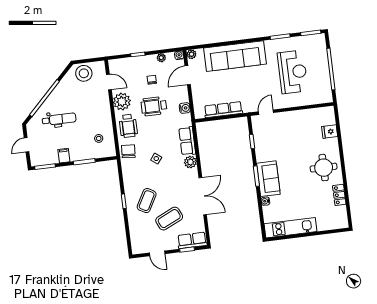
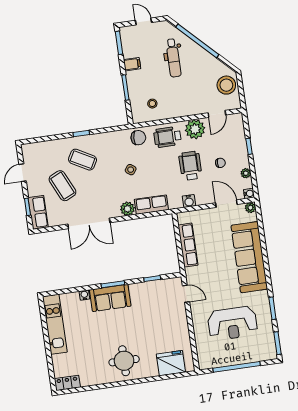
fridge: (330, 132) -> (171, 363), width x1.88, depth x1.34
locker: (339, 195) -> (67, 383), moved

